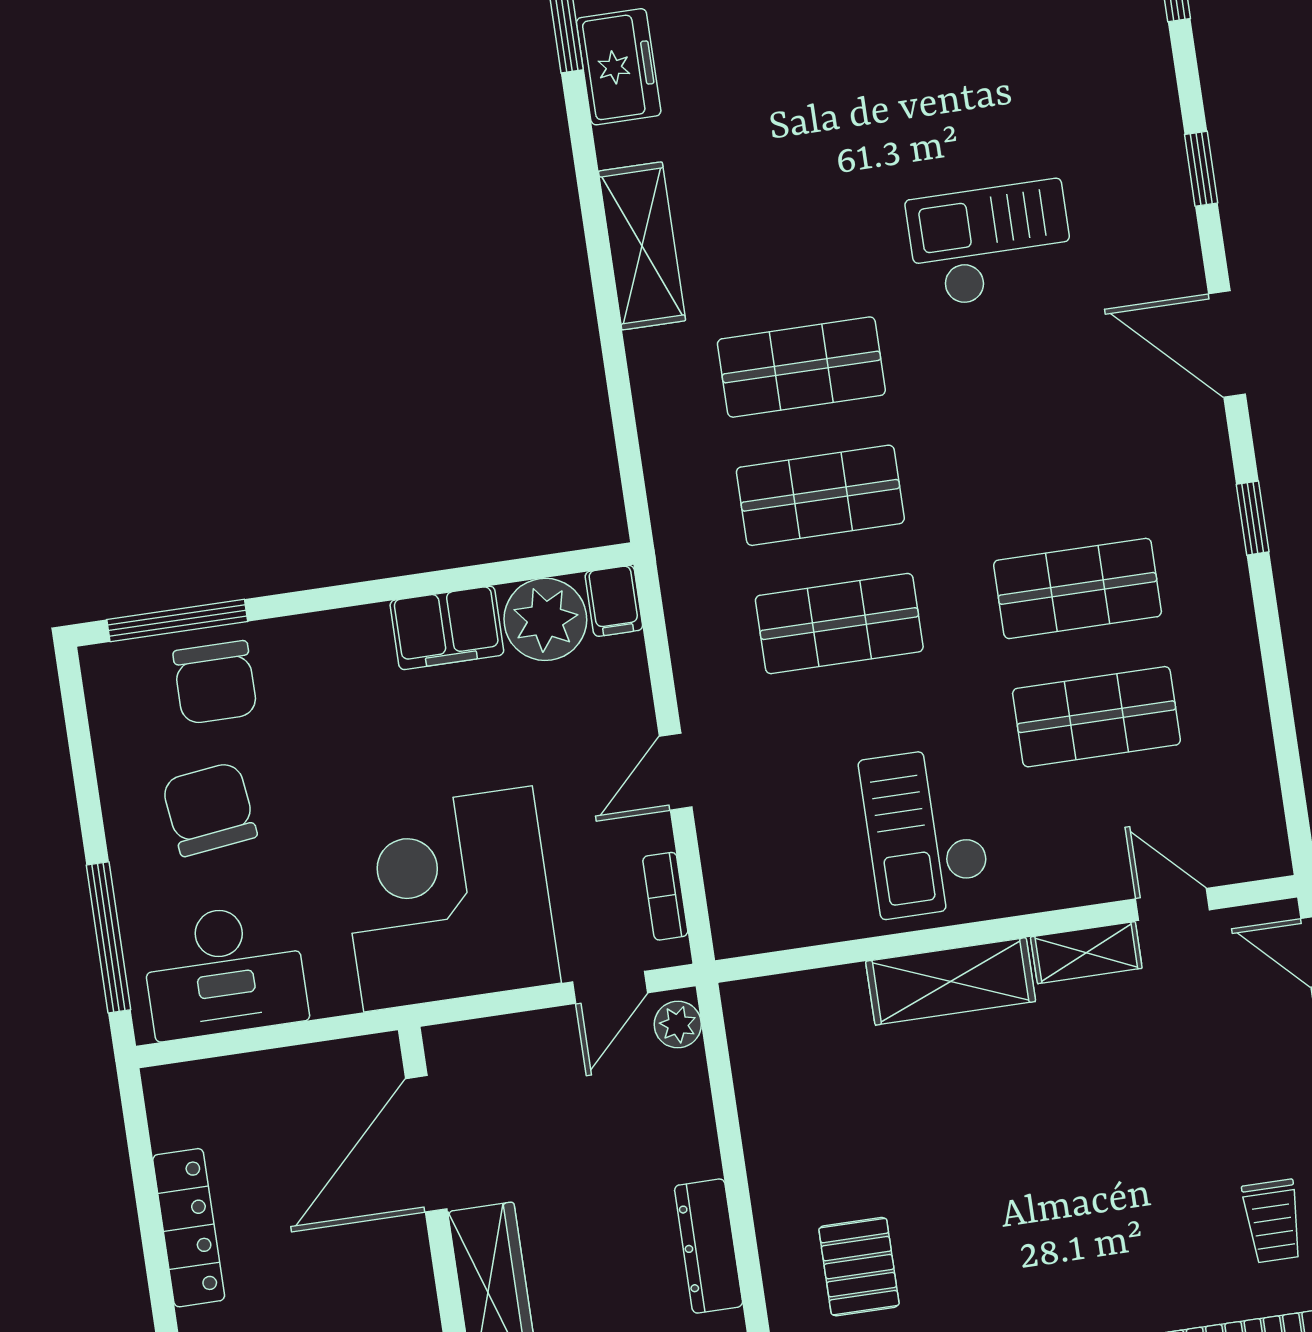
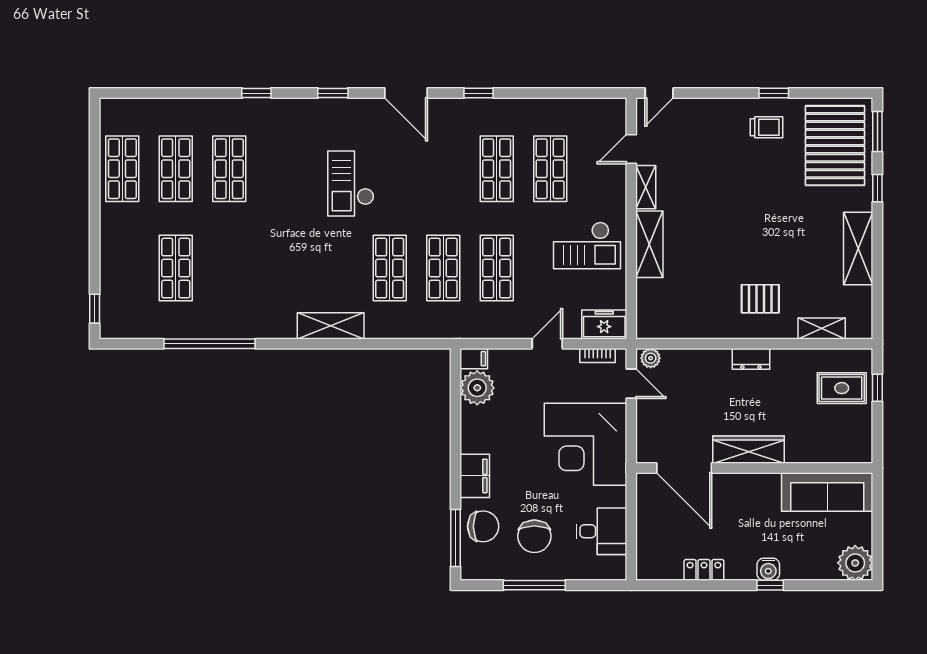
freezer: (619, 67) -> (604, 325), moved
door: (1227, 344) -> (406, 93), hinge flipped
filing cabinet: (447, 628) -> (475, 476), moved
door: (676, 772) -> (547, 344), swing flipped
chair: (209, 809) -> (534, 536), turned -83
window: (109, 937) -> (534, 585), moved
desk: (224, 971) -> (601, 531), width x0.73
locker: (189, 1228) -> (704, 570), width x0.66
dresser: (709, 1246) -> (751, 359), width x0.70

